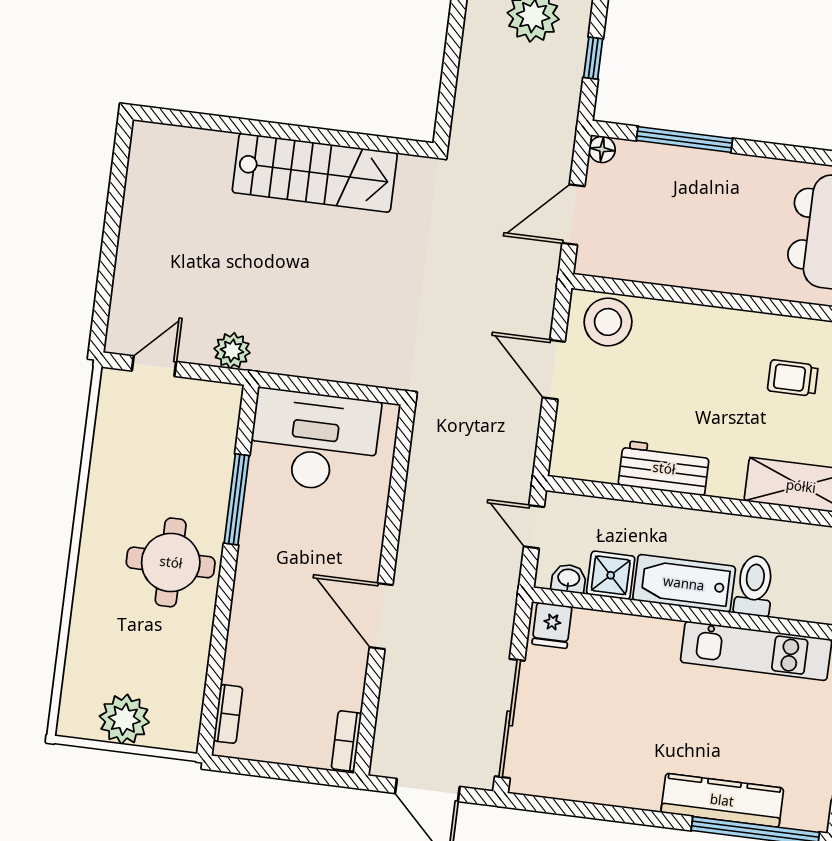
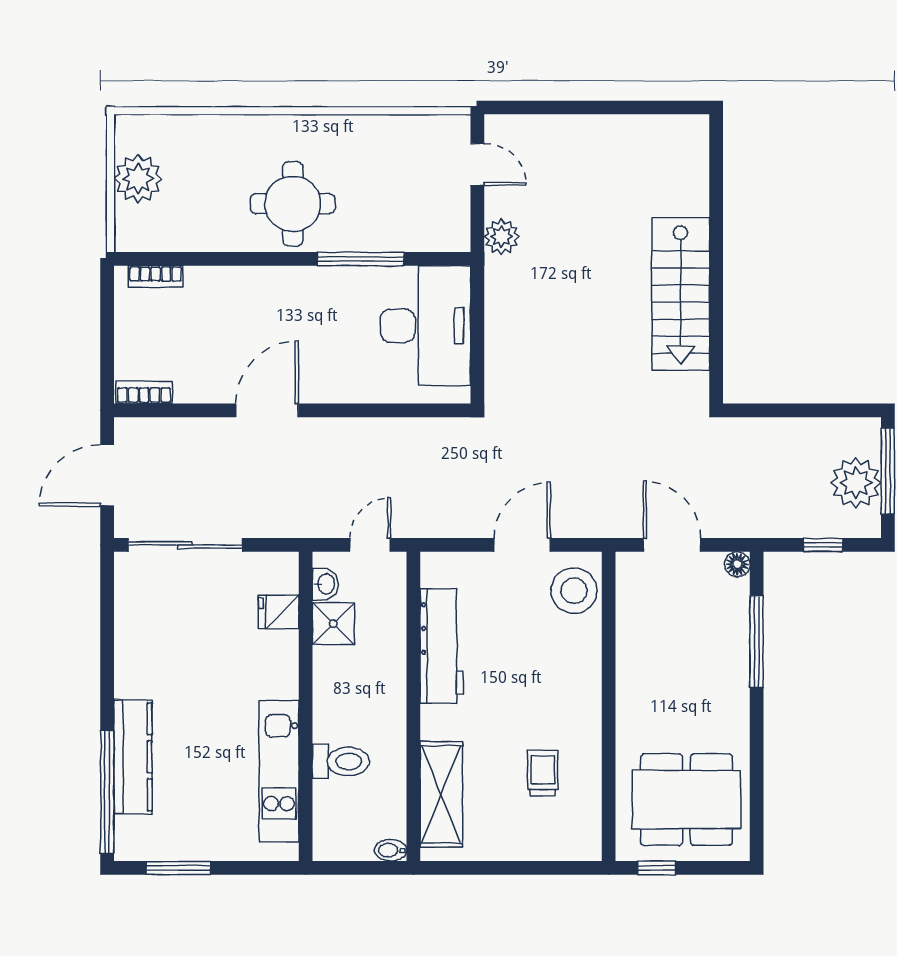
workbench: (664, 468) -> (442, 646), width x1.38
bathtub: (684, 583) -> (335, 694), removed
fridge: (552, 625) -> (279, 612), moved

